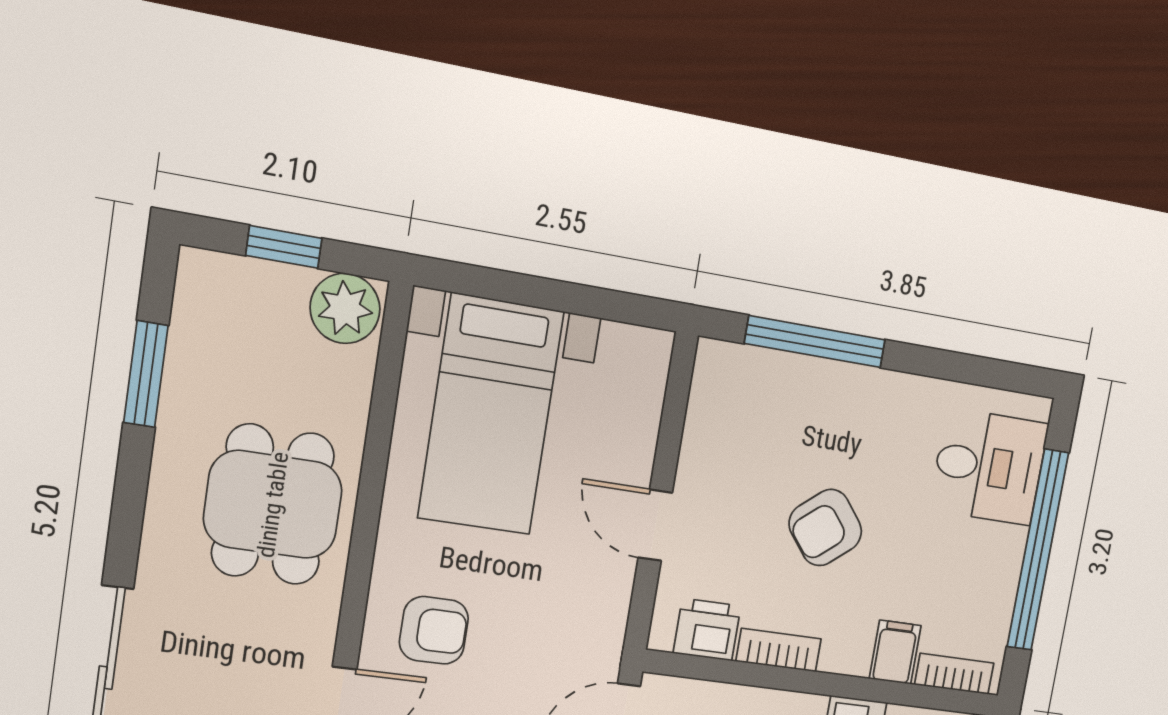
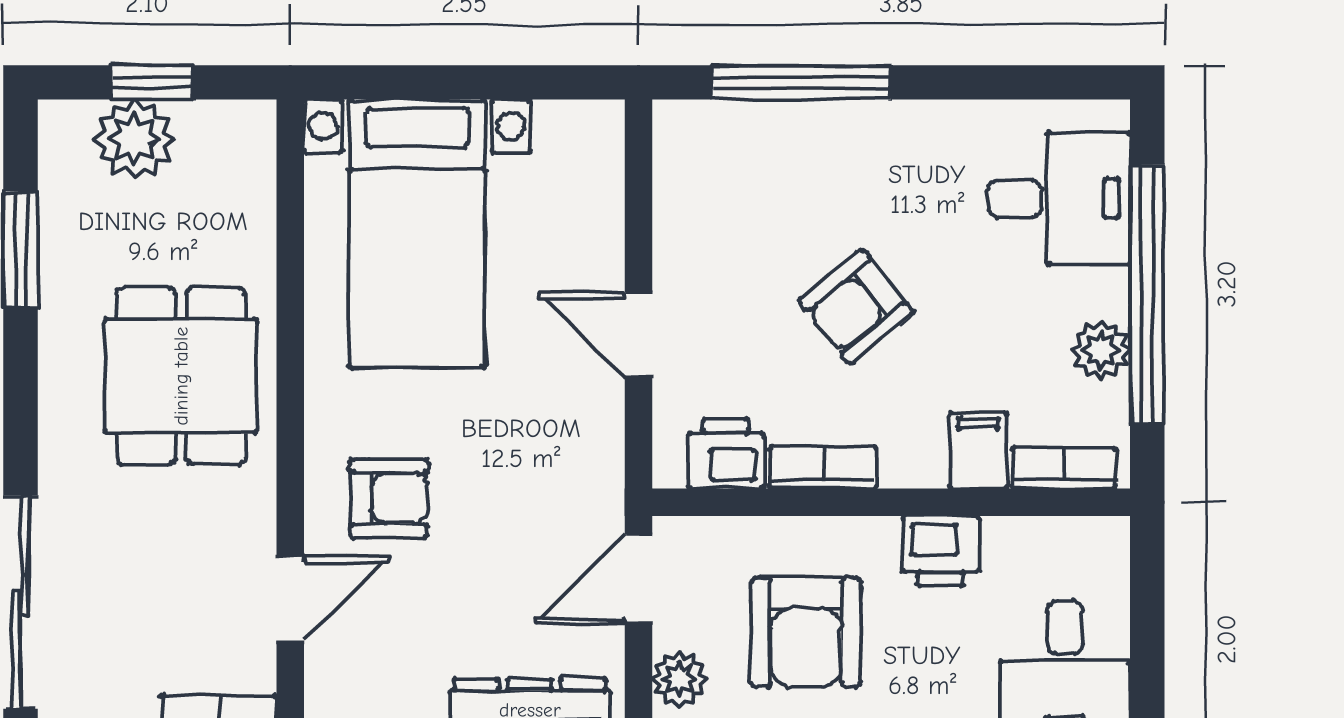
plant: (345, 308) -> (135, 139), moved
plant: (997, 588) -> (1101, 350), added

